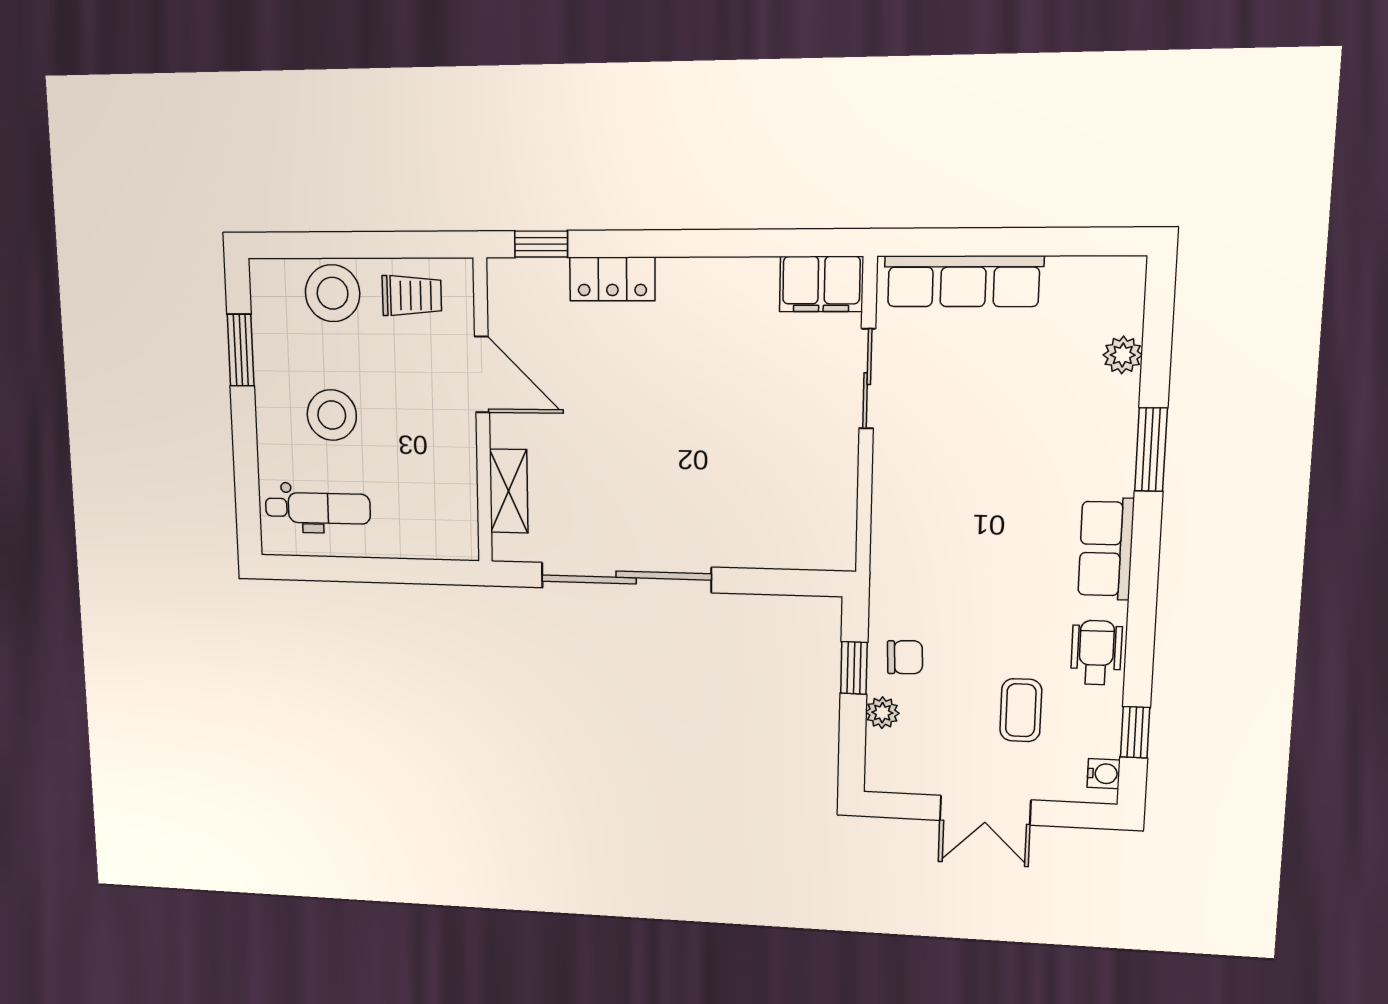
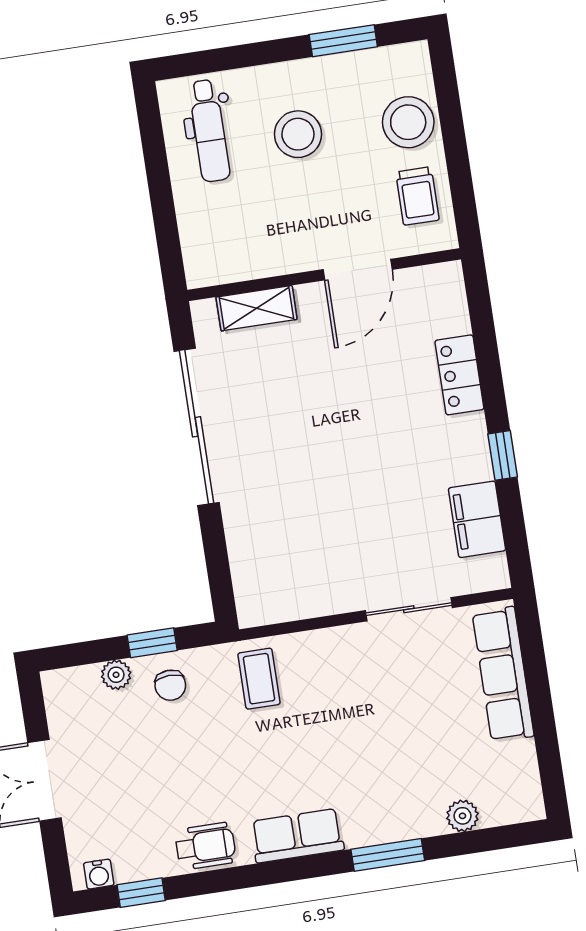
window: (541, 244) -> (503, 455), moved
filing cabinet: (821, 284) -> (477, 519), moved
coffee table: (1021, 710) -> (259, 679), moved, turned 90

